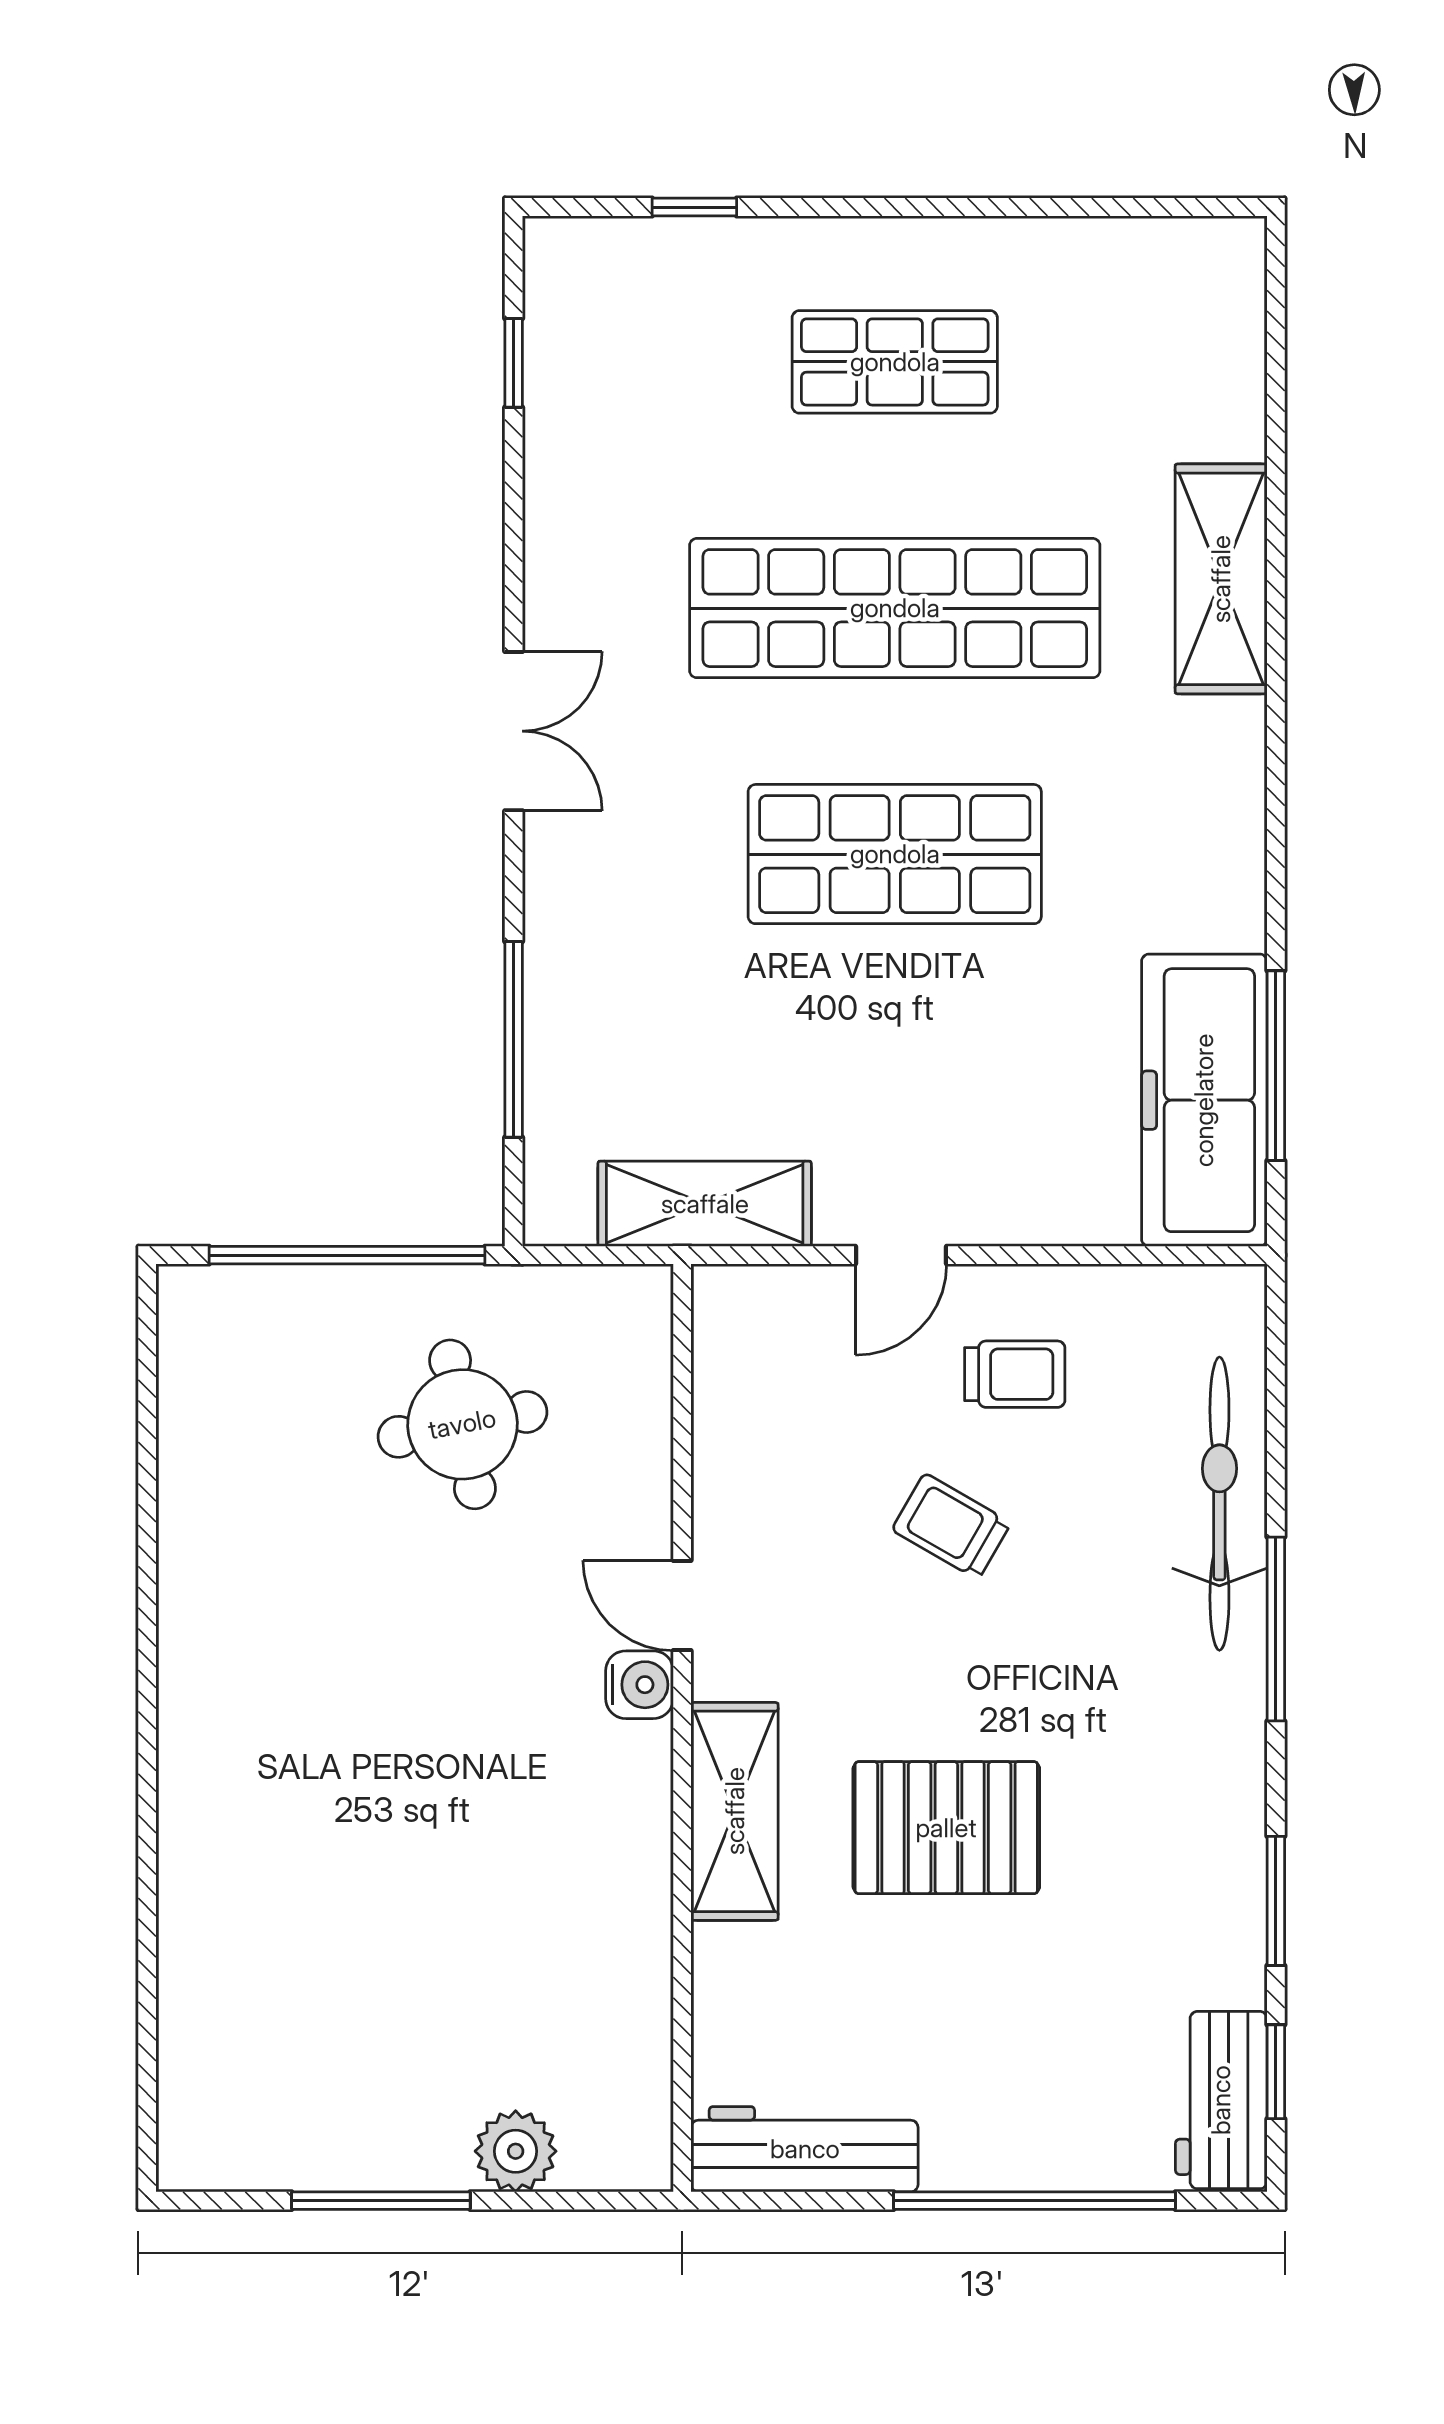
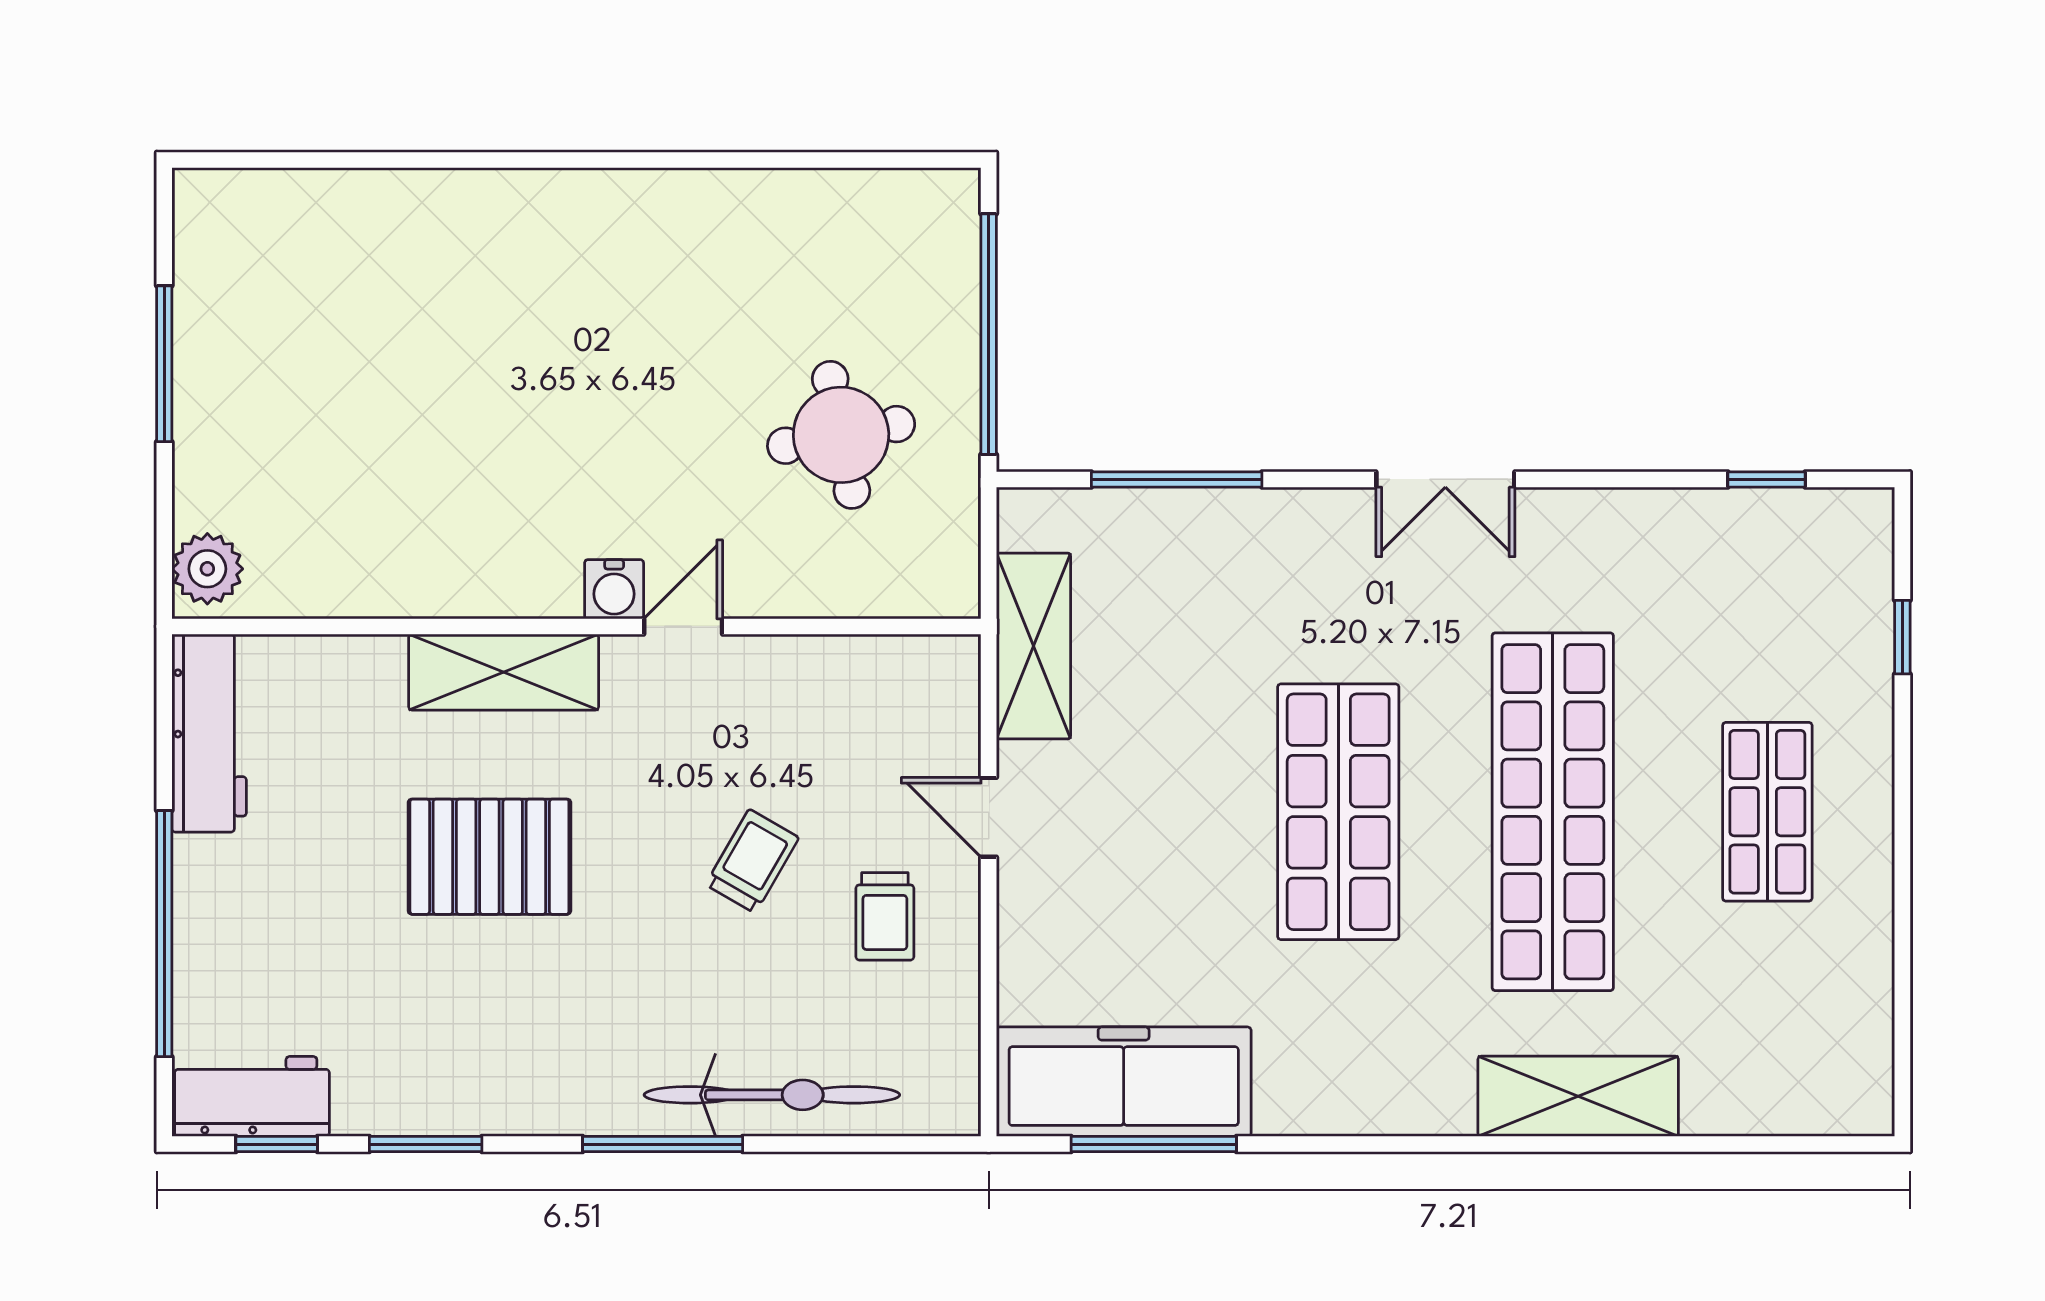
pallet: (946, 1828) -> (489, 857), turned 90
plant: (516, 2151) -> (207, 569), moved

